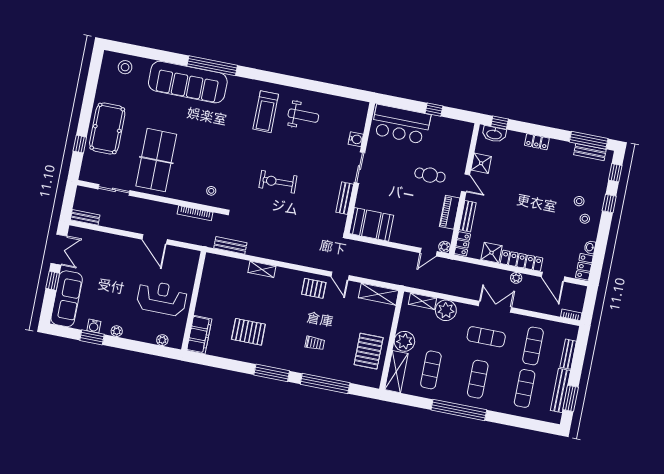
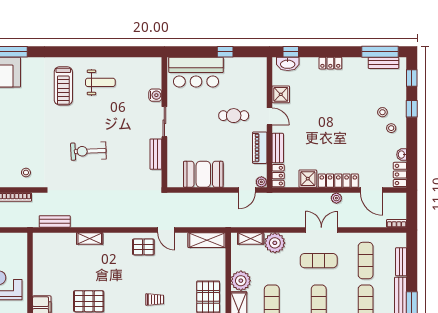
booth: (371, 224) -> (203, 174), moved

